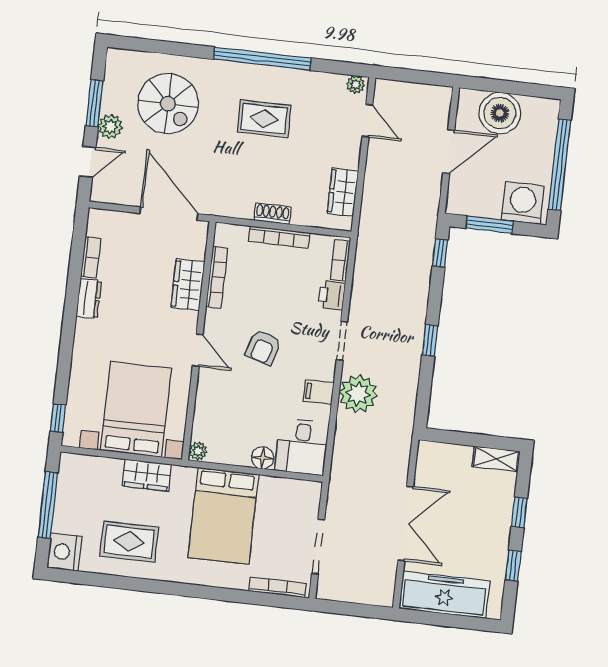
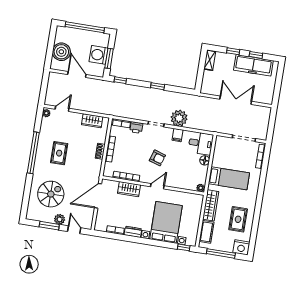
washing machine: (523, 203) -> (99, 55), moved
bed with nightstands: (136, 409) -> (166, 222), moved, turned 90
cot: (97, 469) -> (206, 232), added
wardrobe: (147, 475) -> (211, 205), width x1.50
bed: (223, 516) -> (229, 178), width x0.67
freezer: (444, 595) -> (253, 65), moved, turned -90

